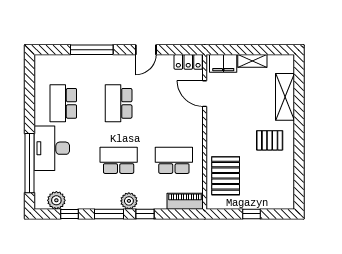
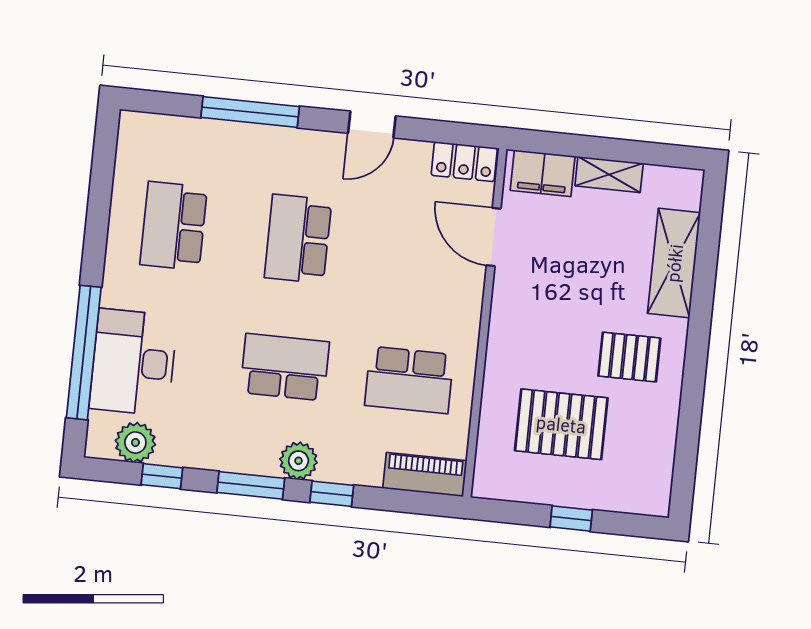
desk: (52, 148) -> (133, 362), moved
school desk: (174, 160) -> (409, 380), turned 180
pallet: (226, 176) -> (561, 424), moved, turned 90

